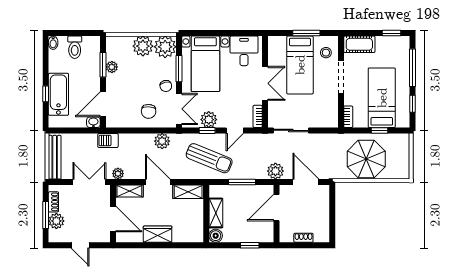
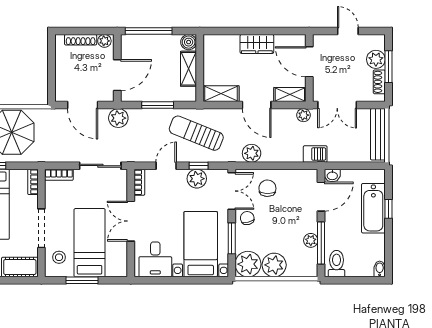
toilet: (75, 47) -> (337, 264), moved
window: (103, 65) -> (321, 243), width x1.44
double door: (179, 109) -> (232, 191), swing flipped
bookcase: (326, 123) -> (59, 175), added
plant: (287, 237) -> (104, 41), added
shoe rack: (303, 238) -> (81, 40), width x1.43
window: (250, 245) -> (149, 31), width x2.17

